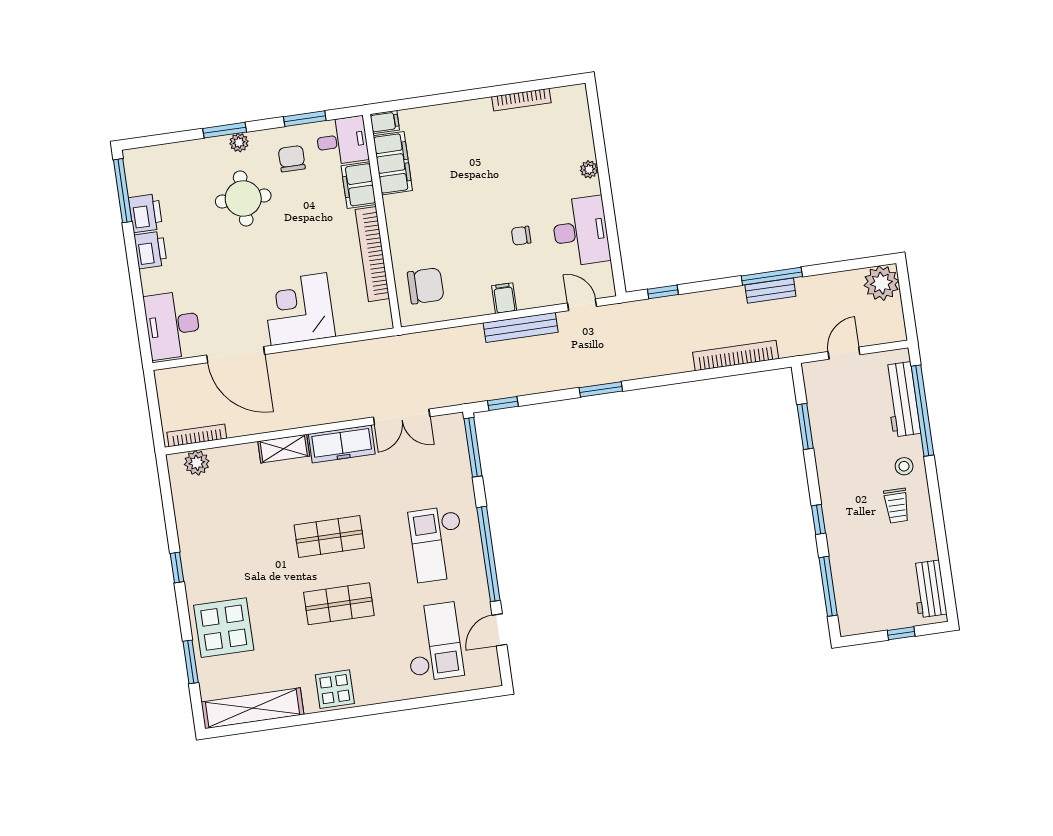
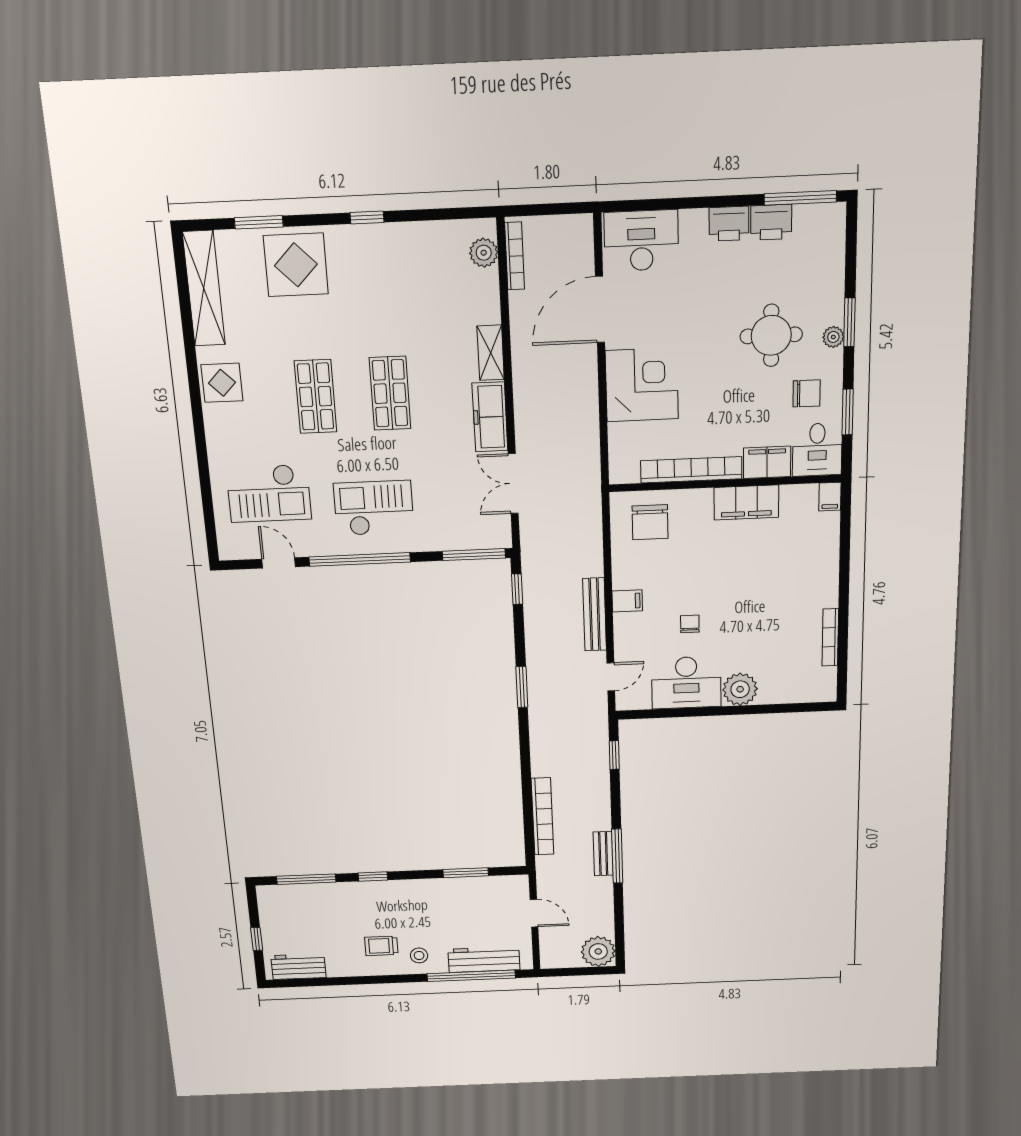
filing cabinet: (393, 163) -> (746, 502), moved
plant: (589, 169) -> (740, 689), width x1.87, depth x1.87

